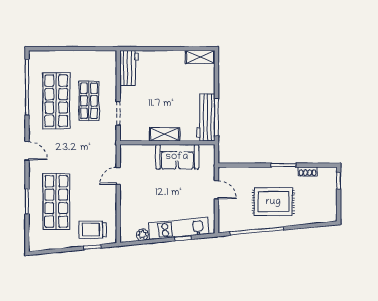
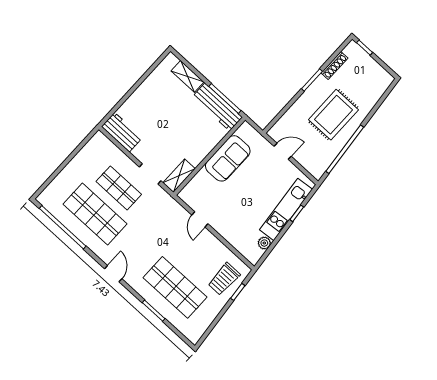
shelving: (200, 57) -> (188, 76), moved, turned 90
shelving: (165, 134) -> (179, 176), moved
door: (27, 151) -> (113, 274), hinge flipped
shoe rack: (308, 171) -> (334, 66), width x1.43

